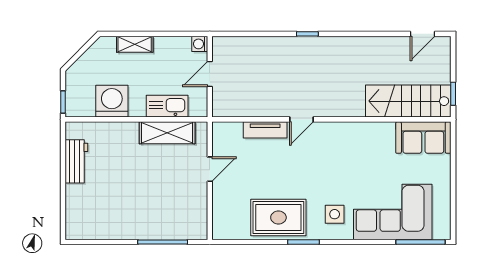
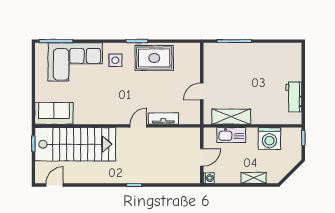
stairs: (408, 101) -> (75, 144), width x1.36, depth x1.51

